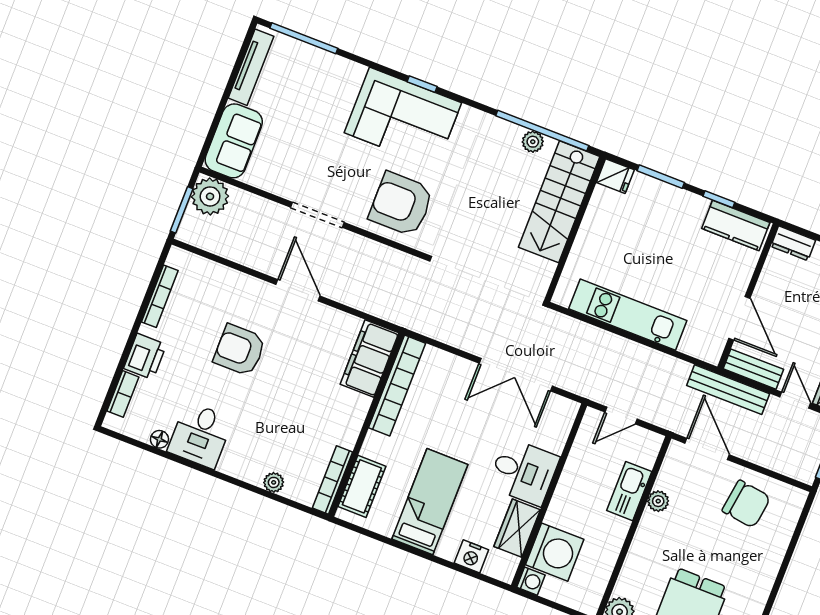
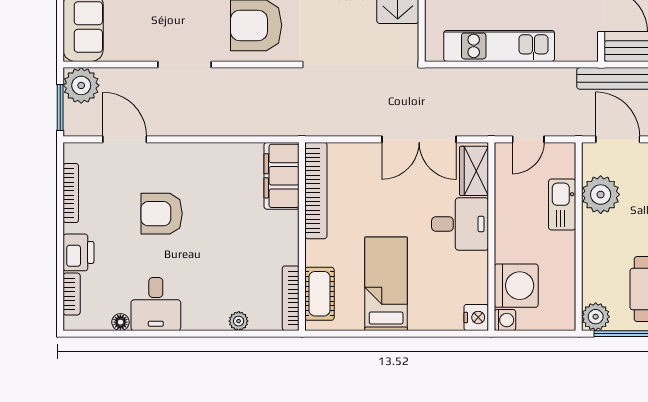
door: (298, 290) -> (125, 139), moved
plant: (658, 501) -> (601, 195), width x1.88, depth x1.88
wardrobe: (517, 528) -> (474, 171), moved
nightstand: (471, 556) -> (476, 317), moved, turned -90

